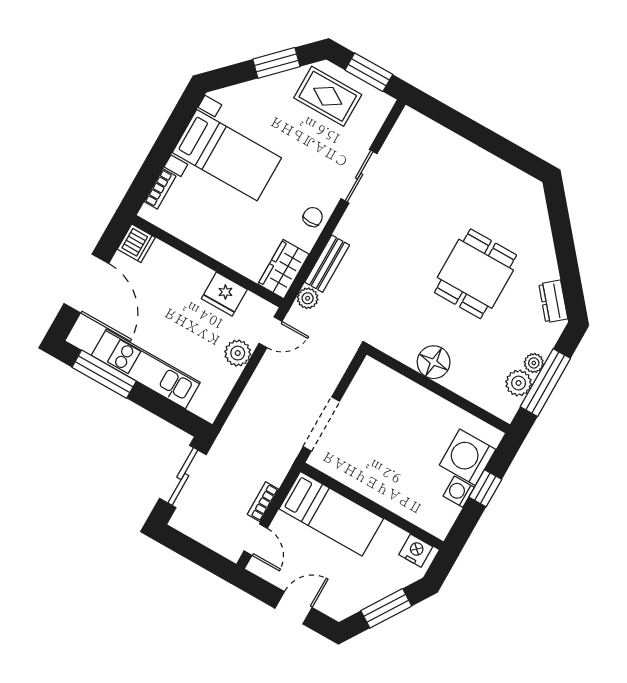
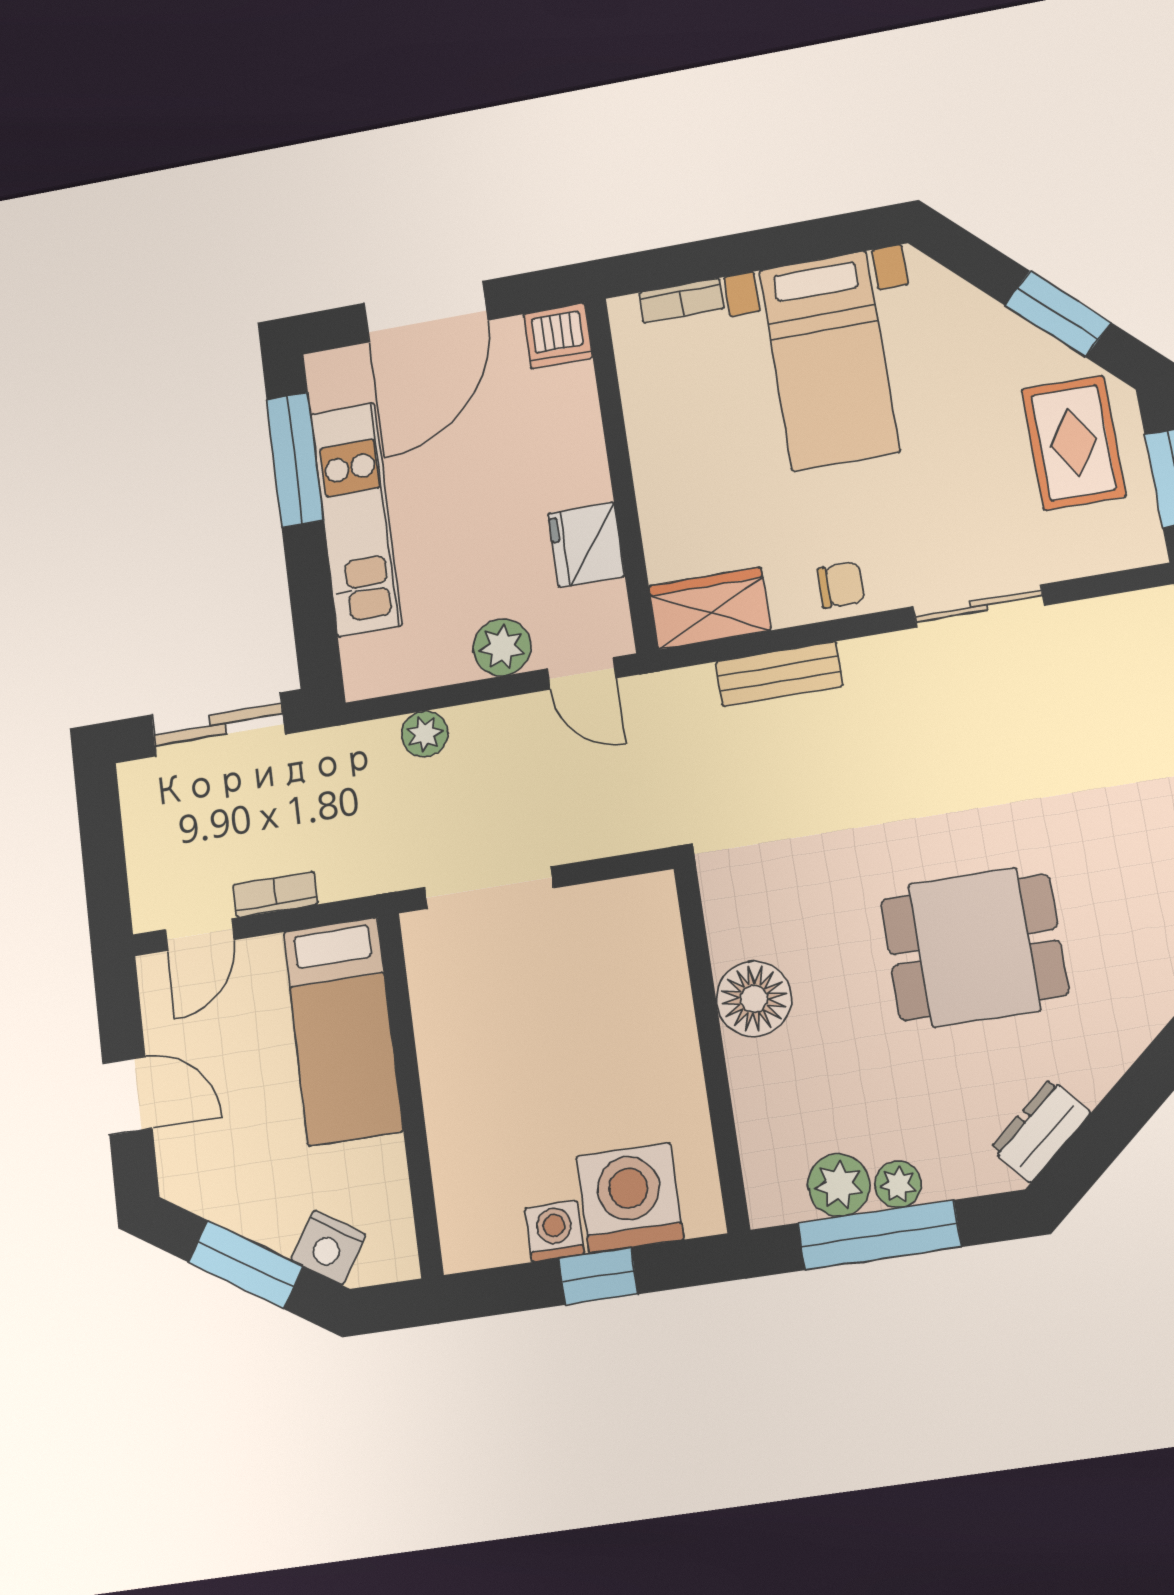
plant: (308, 298) -> (425, 734), moved
nightstand: (416, 551) -> (328, 1247), moved, turned 123

